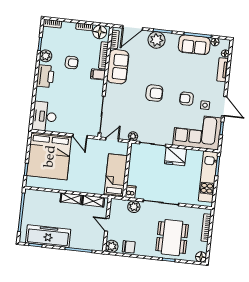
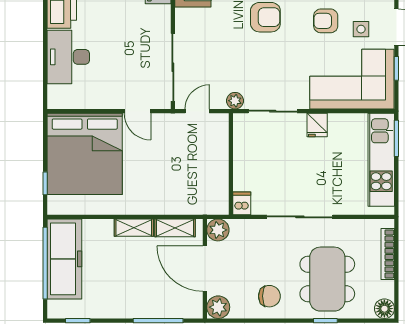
desk: (44, 116) -> (68, 57), moved
fridge: (175, 156) -> (317, 125), width x0.53, depth x0.75
bed: (116, 175) -> (211, 176), removed
plant: (134, 207) -> (218, 230), moved
door: (107, 225) -> (205, 269), width x1.88
freezer: (48, 236) -> (64, 259), moved, turned 90
chair: (129, 247) -> (269, 296), moved

